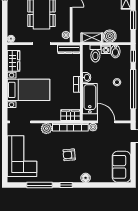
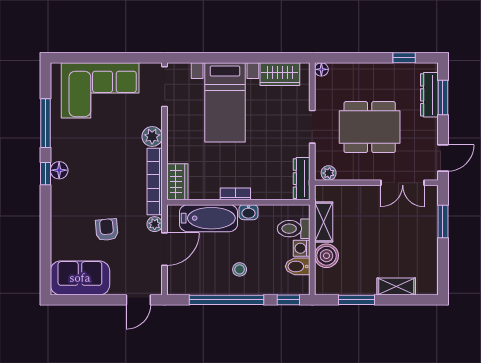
armchair: (69, 155) -> (107, 230), moved
floor lamp: (86, 178) -> (59, 170), moved

